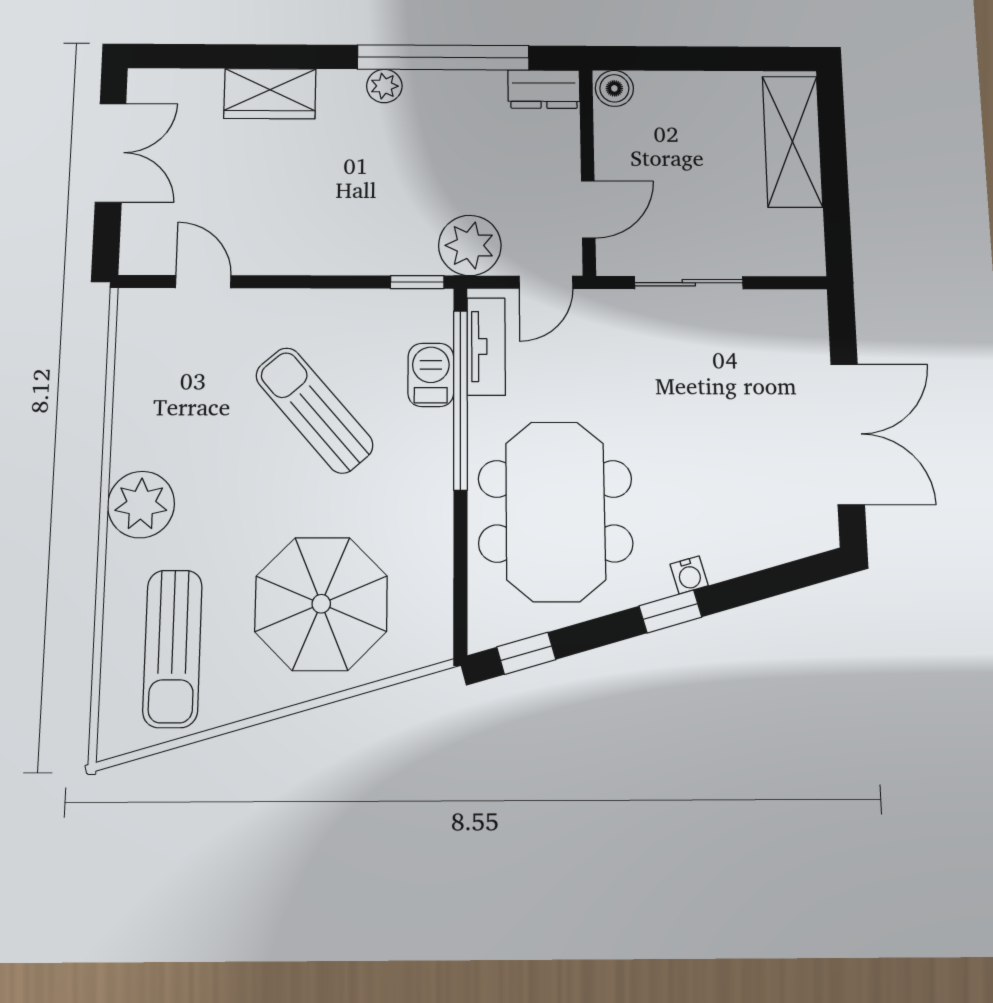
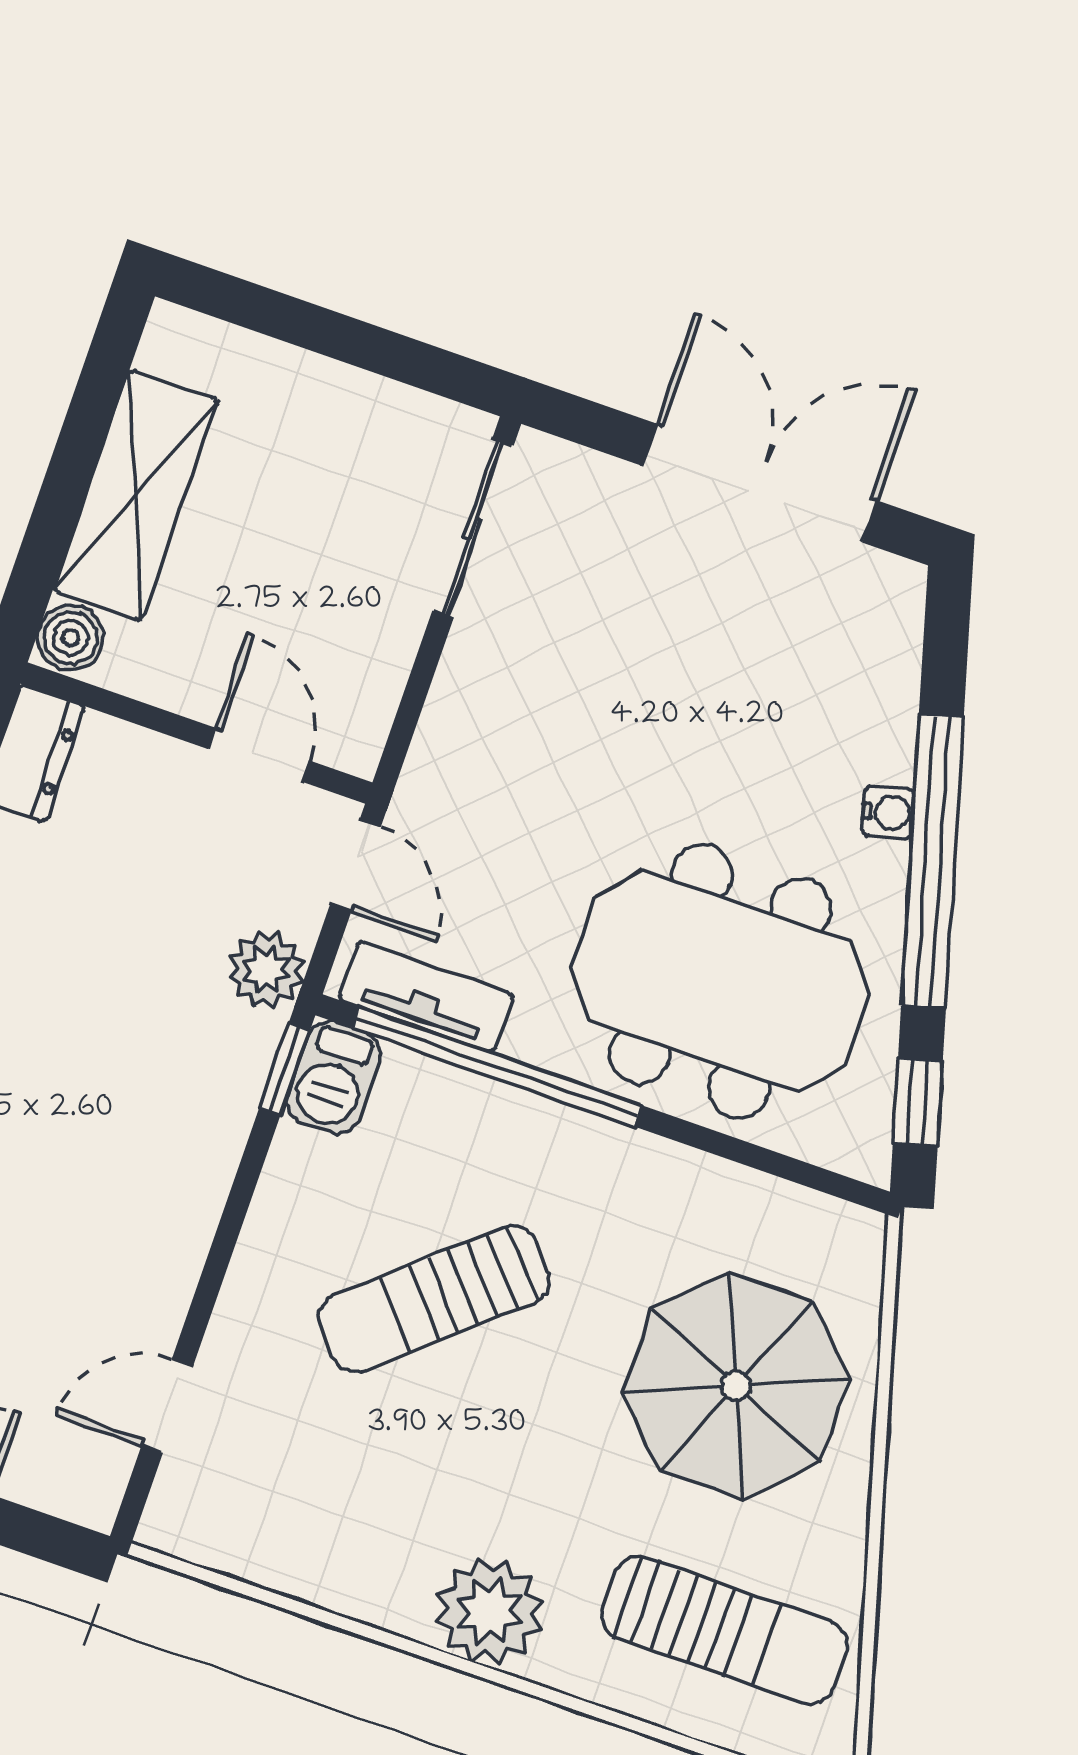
shelving: (792, 141) -> (135, 495), moved, turned 90
plant: (470, 245) -> (267, 970), width x0.73, depth x0.73
sliding door: (689, 283) -> (473, 528), moved
barbecue: (431, 375) -> (333, 1078), moved, turned -90
window: (670, 611) -> (932, 861), width x3.17

